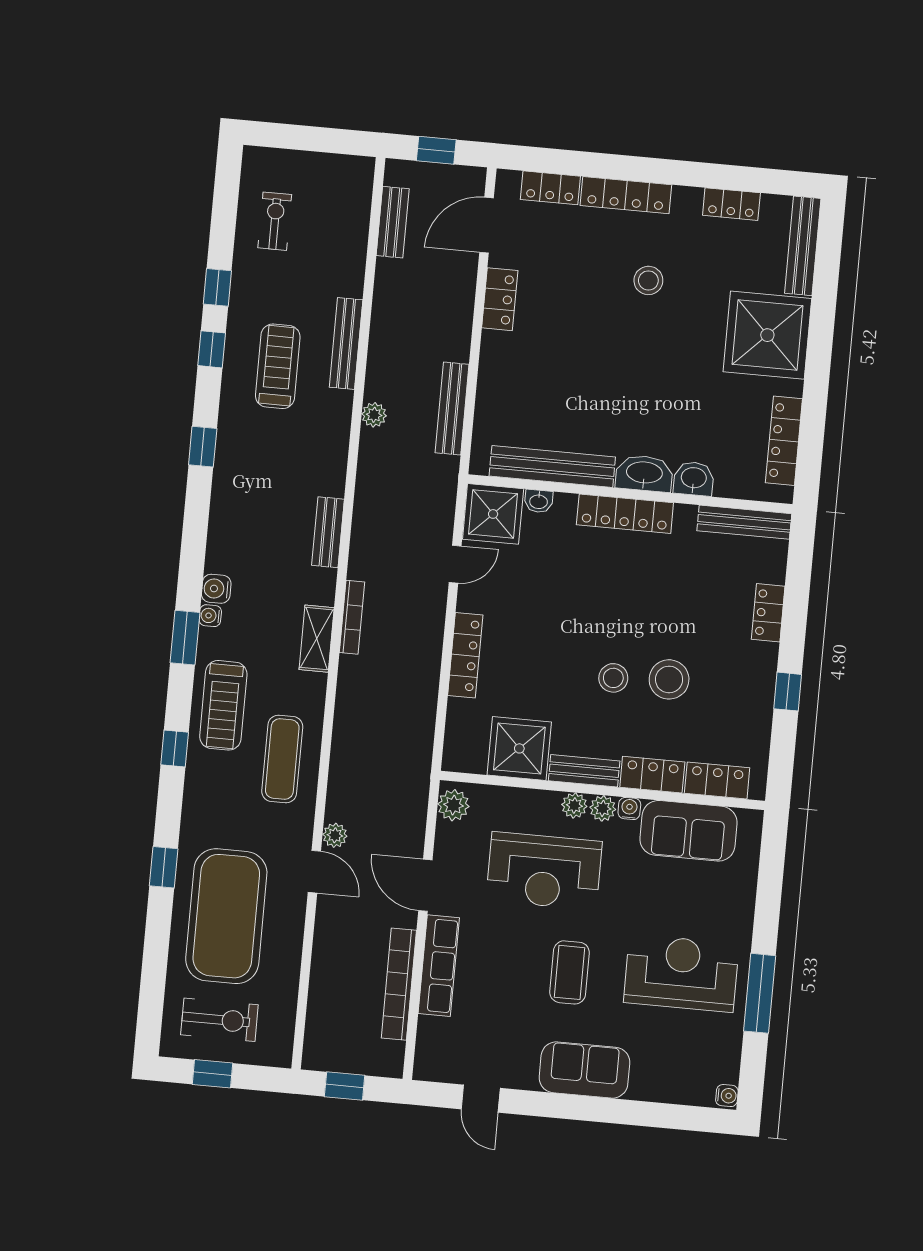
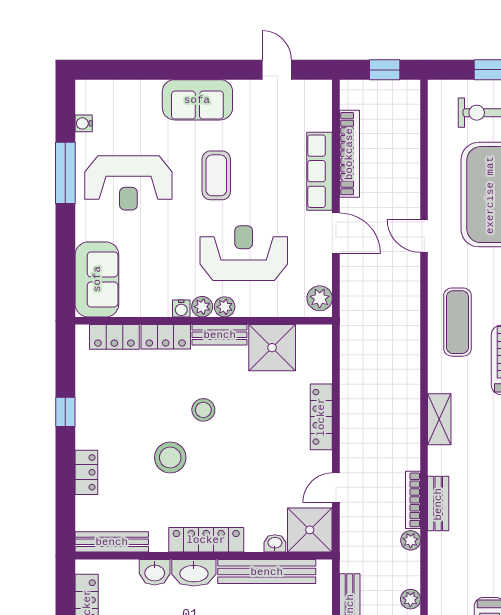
bookcase: (352, 617) -> (413, 500), moved
stool: (669, 679) -> (170, 458), moved
sofa: (688, 831) -> (97, 279), moved, turned 90
plant: (335, 835) -> (411, 540), moved
water cooler: (727, 1096) -> (84, 123), moved

